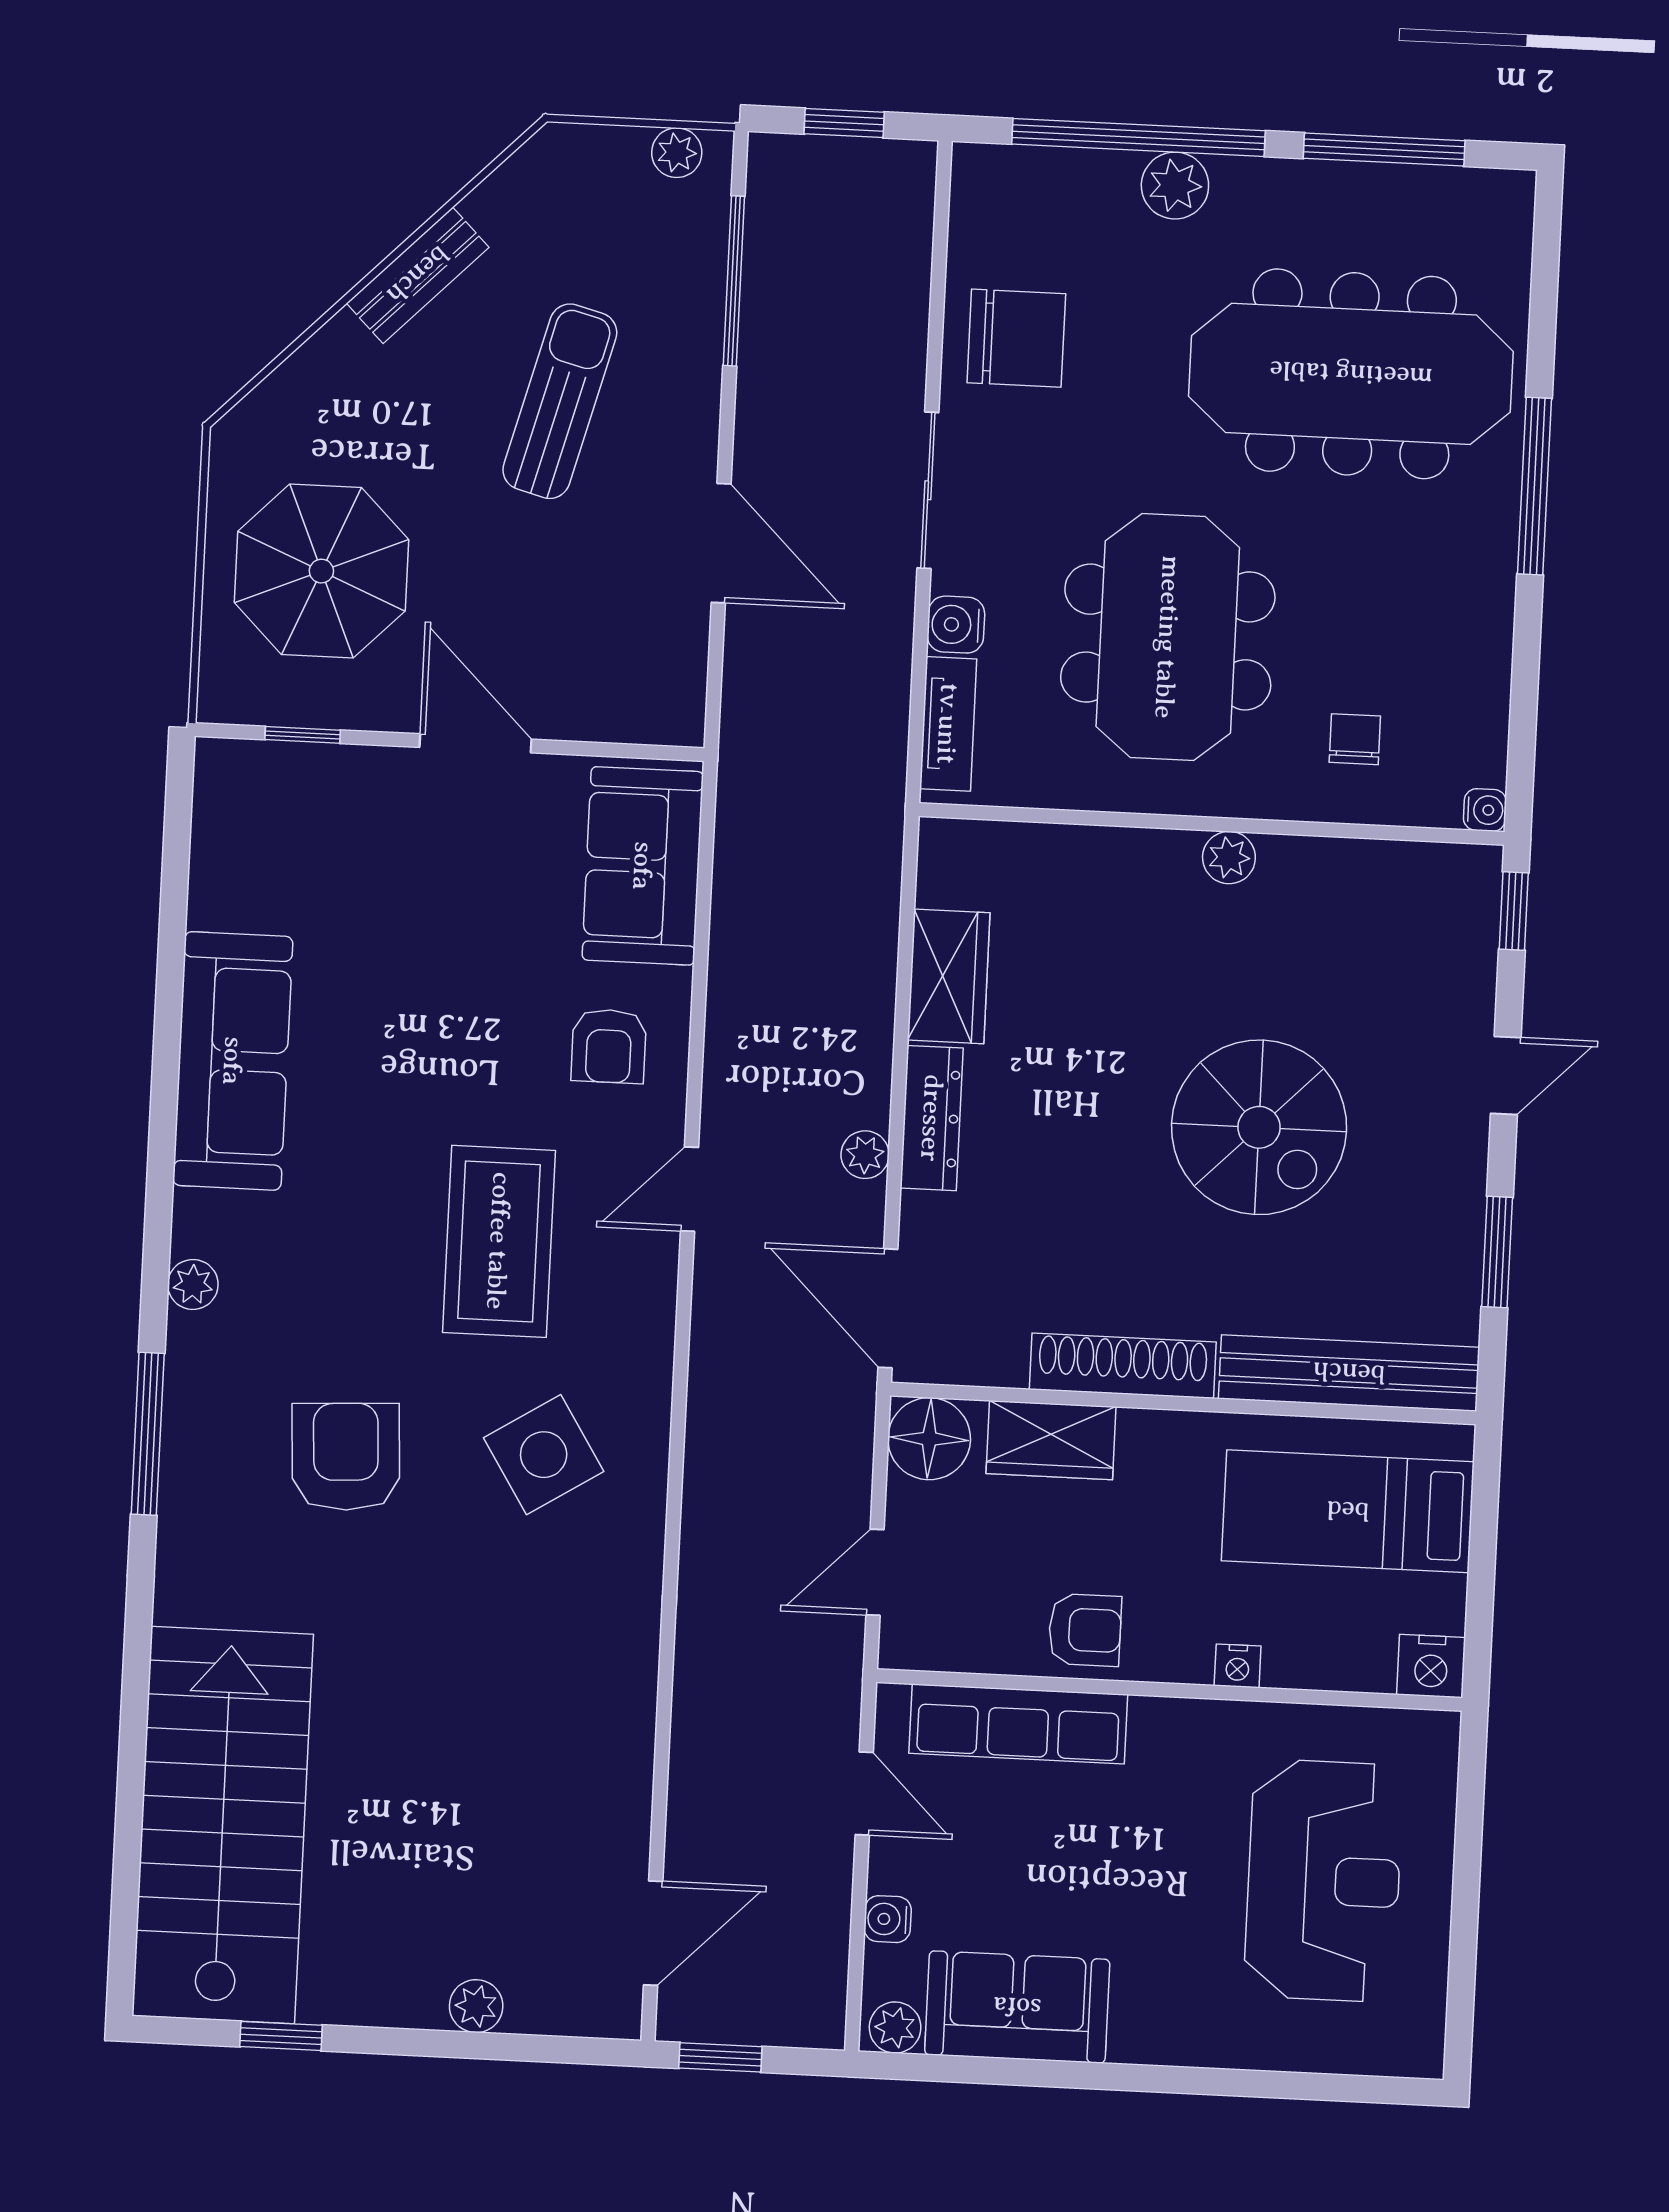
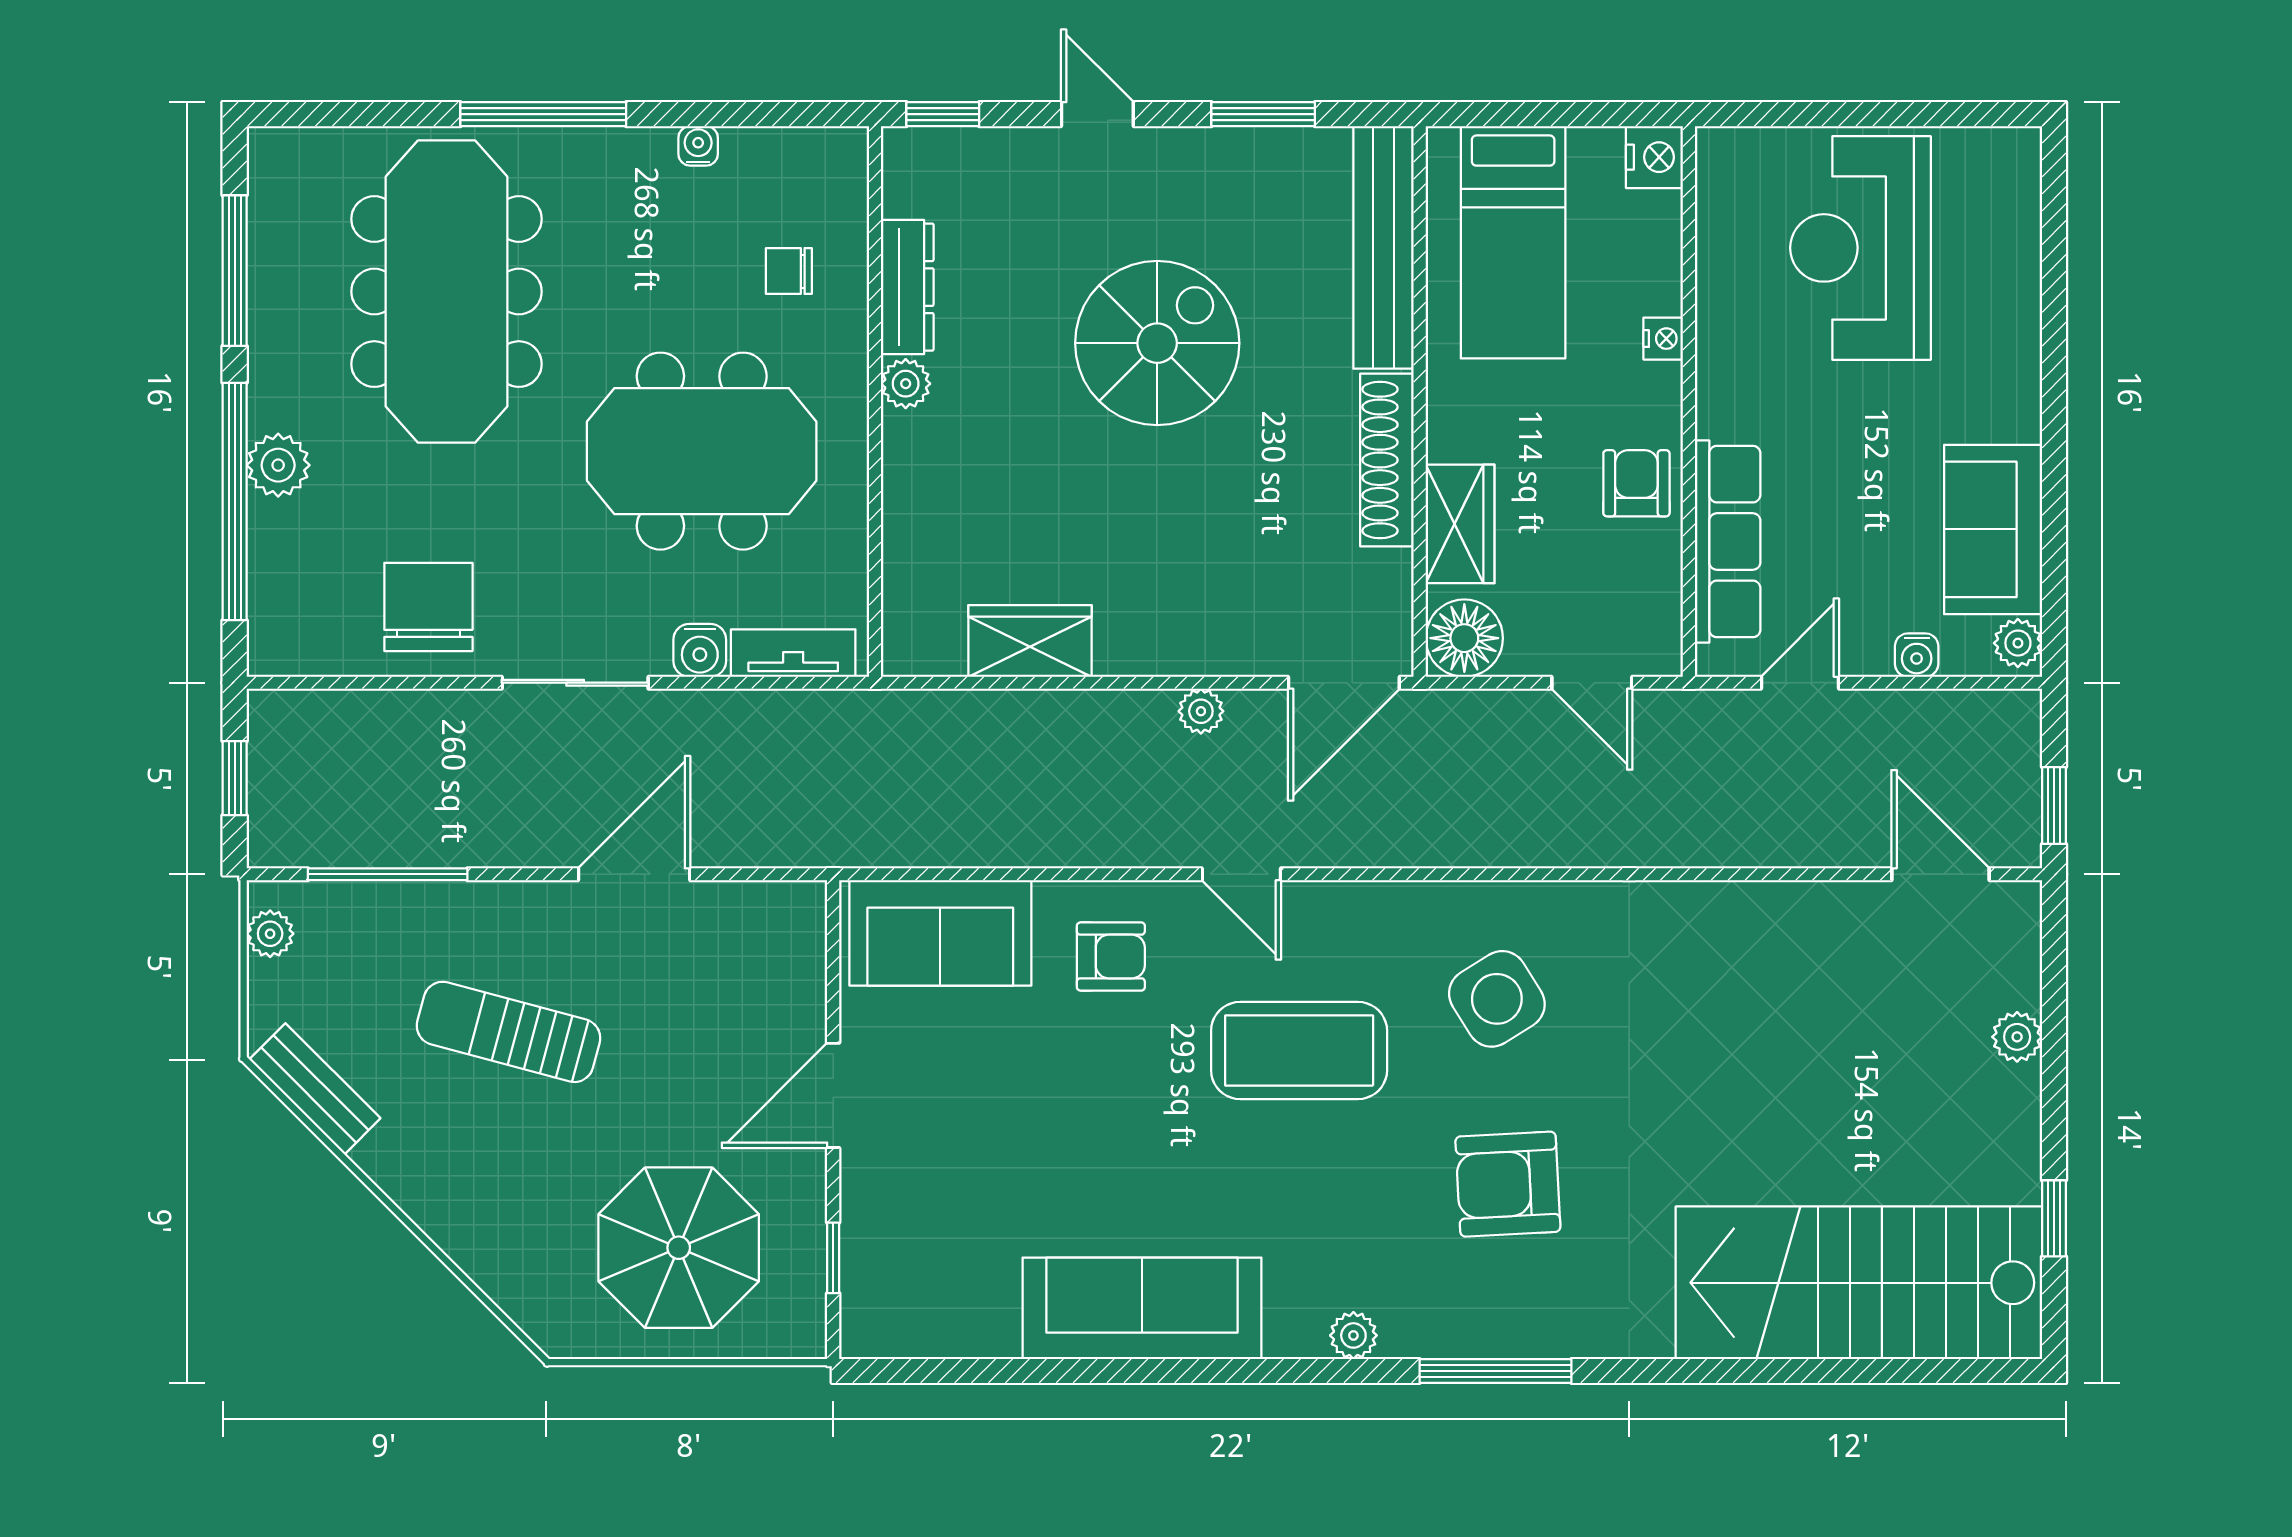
bench: (418, 275) -> (315, 1089), moved
water cooler: (1485, 810) -> (698, 146), moved
dresser: (932, 1118) -> (907, 287), moved, turned 90
reception desk: (1324, 1881) -> (1860, 248), turned -90

